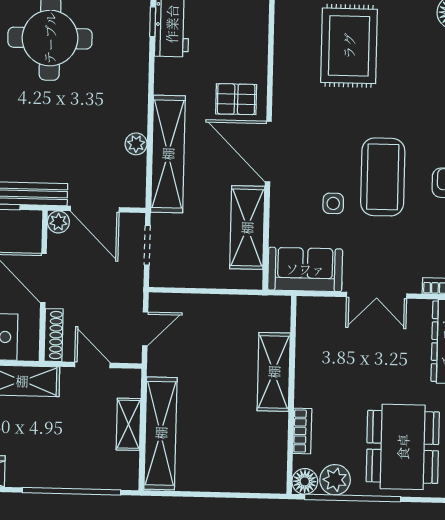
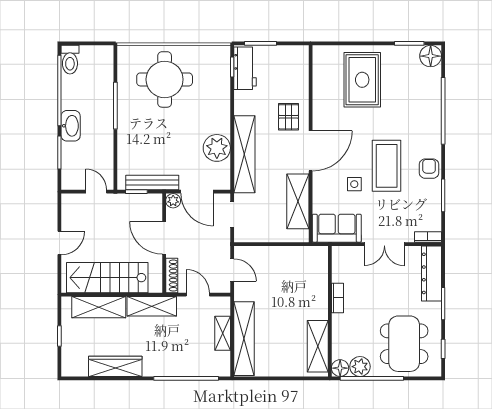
pallet: (236, 99) -> (288, 117), turned 90
plant: (136, 144) -> (217, 148), width x1.88, depth x1.88
door: (268, 152) -> (311, 151), swing flipped
door: (145, 329) -> (232, 270), hinge flipped
shelving: (274, 372) -> (318, 346), moved
bookcase: (302, 431) -> (337, 298), moved

